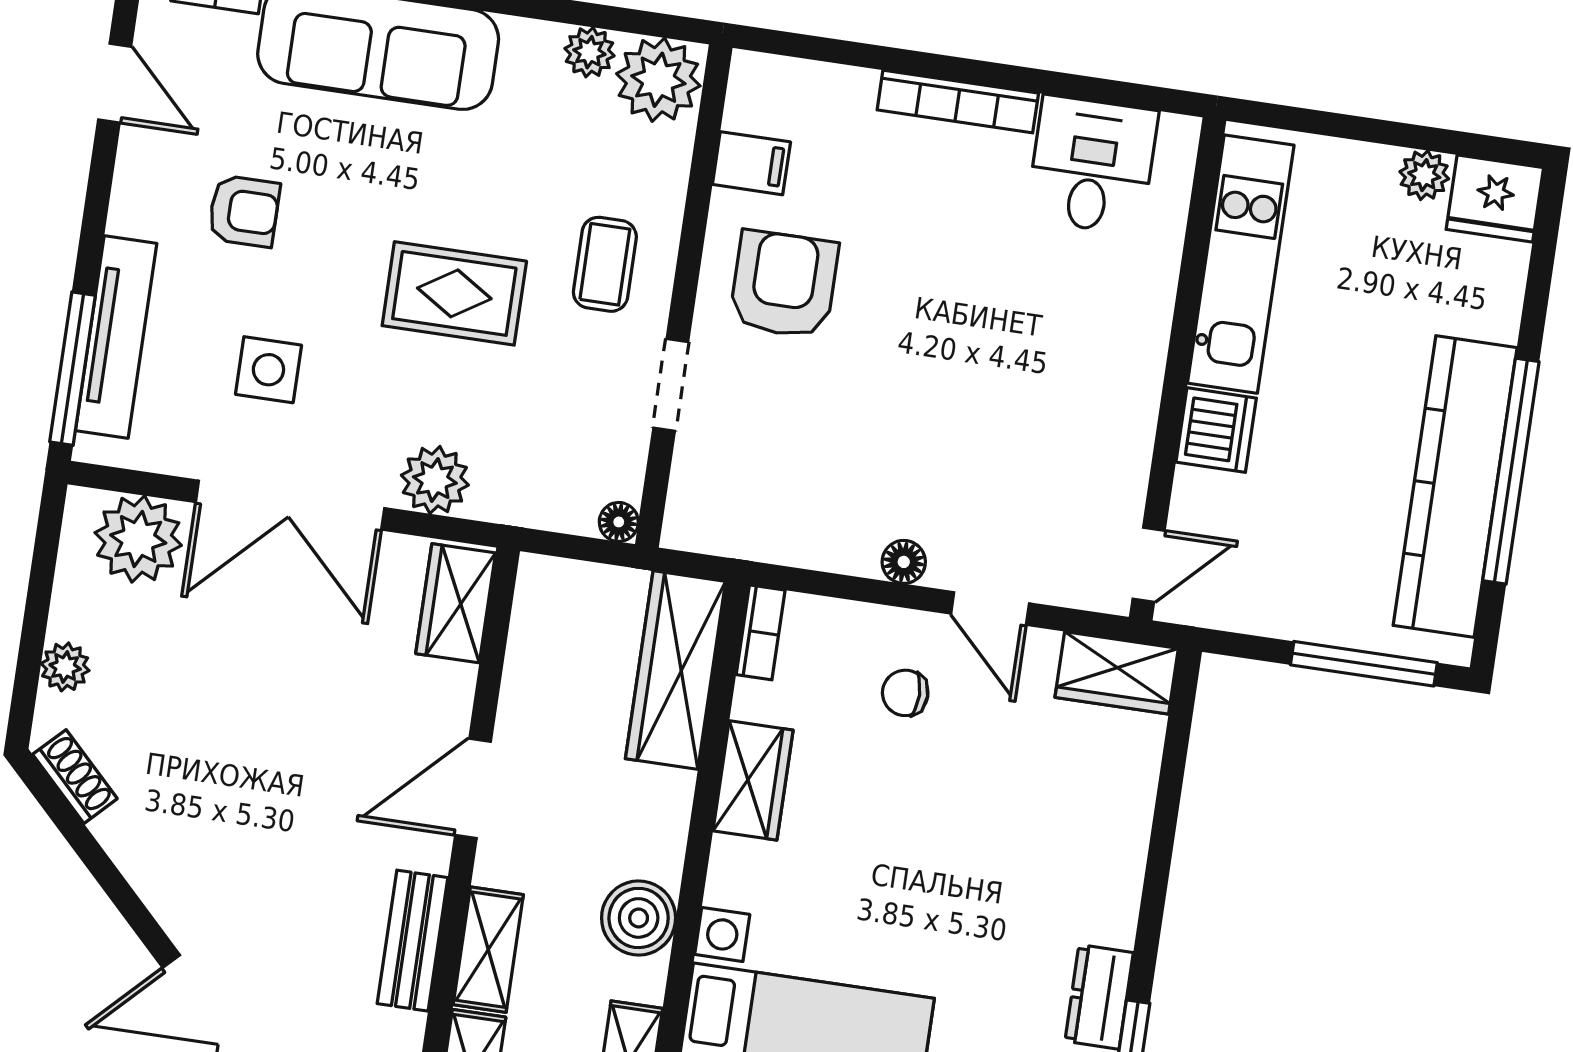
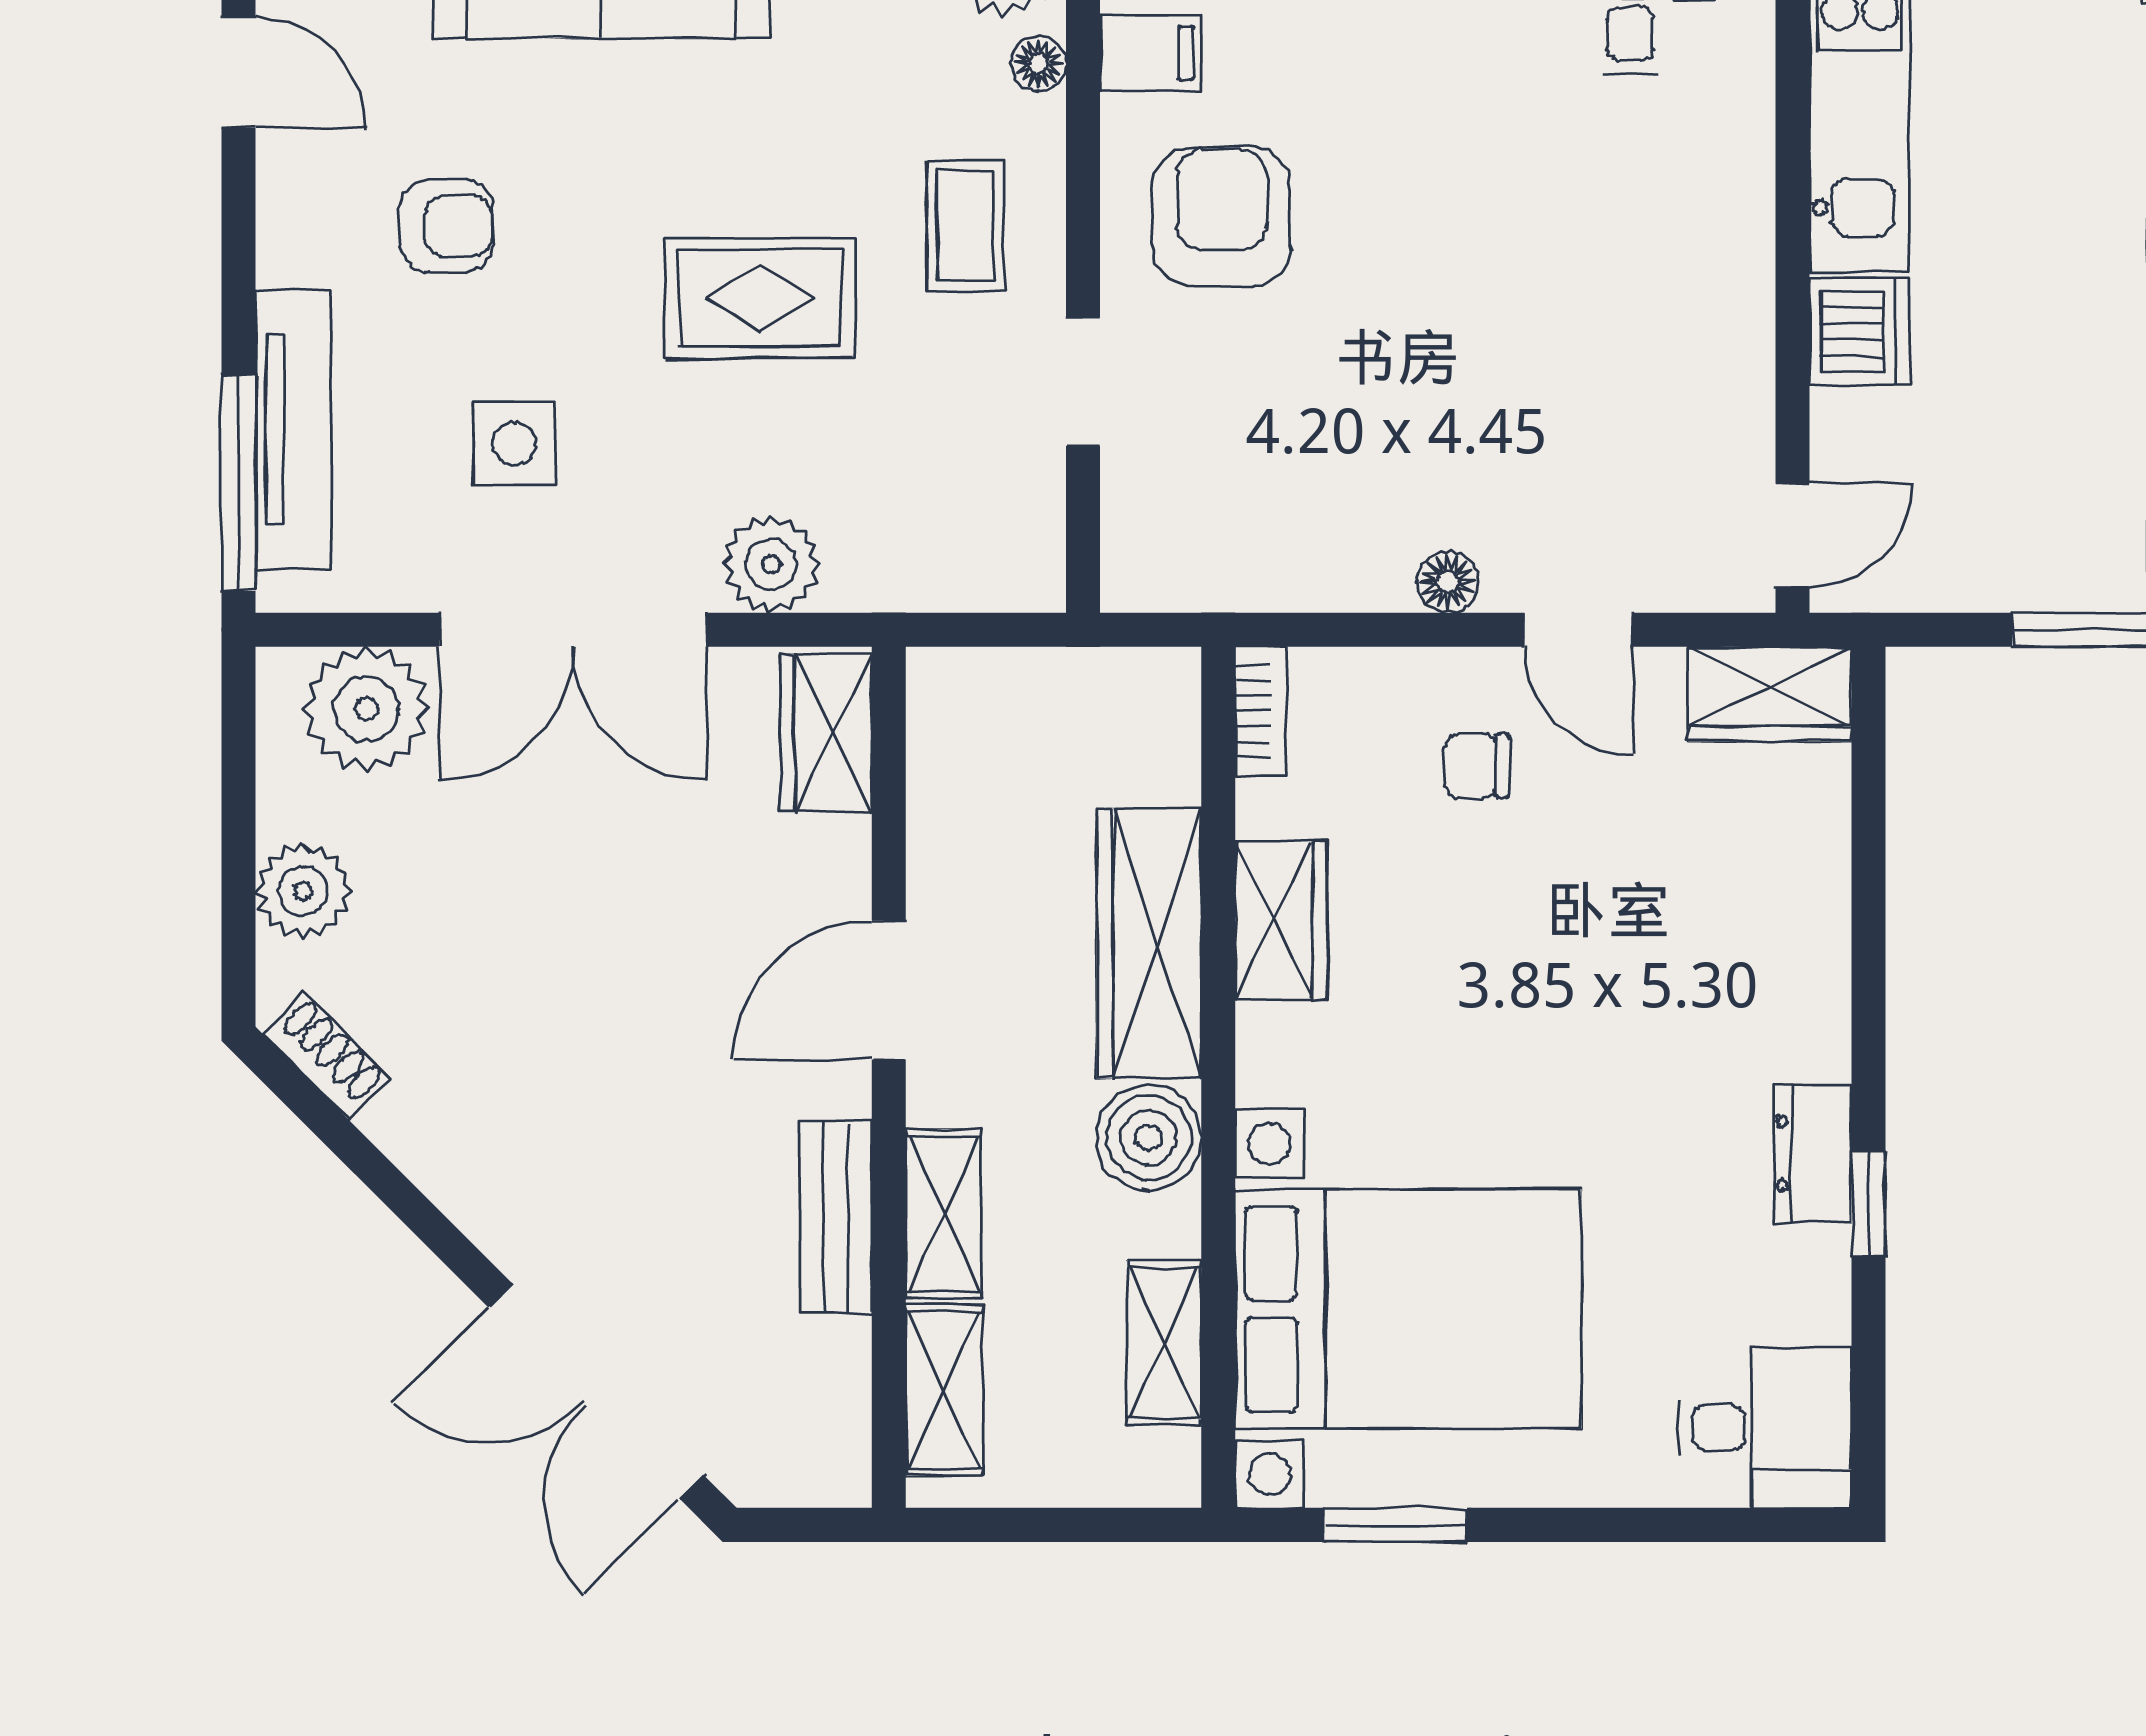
floor lamp: (619, 522) -> (1039, 64), moved
plant: (65, 667) -> (303, 891), width x1.38, depth x1.38
wardrobe: (676, 670) -> (1149, 943), moved

